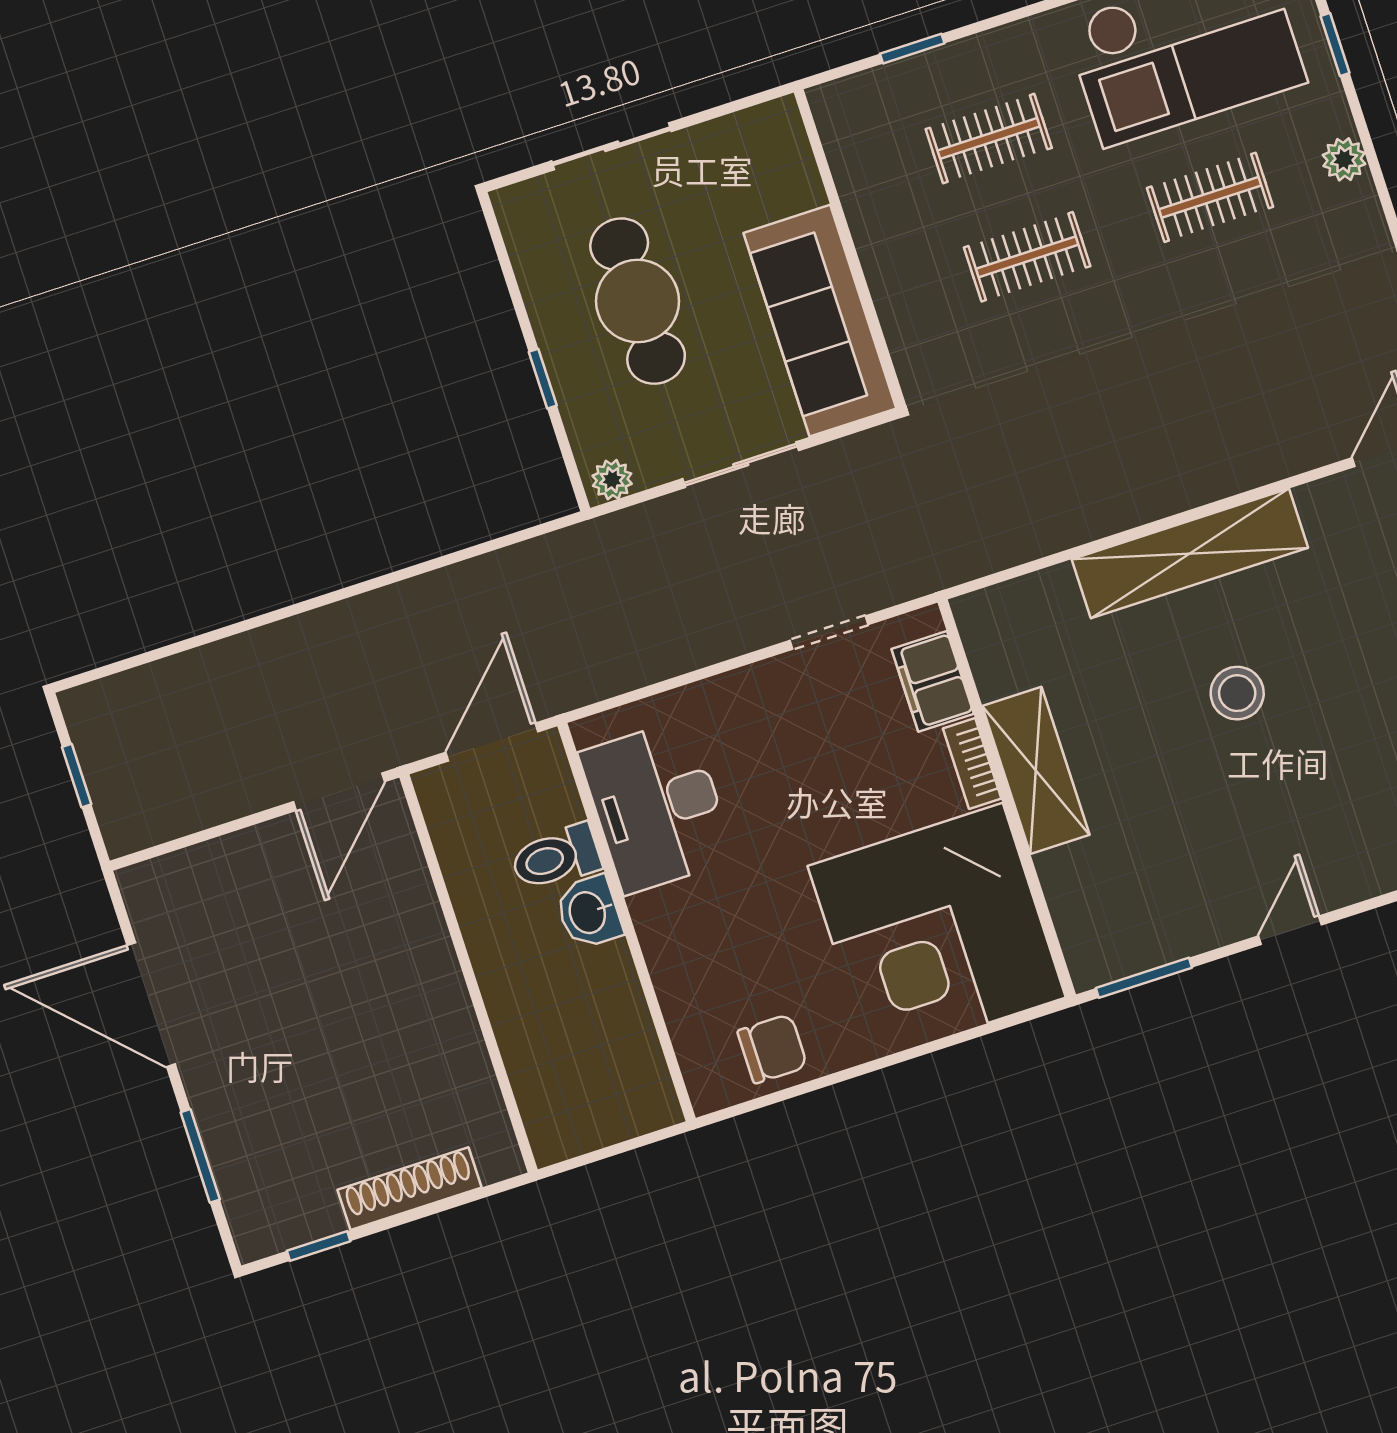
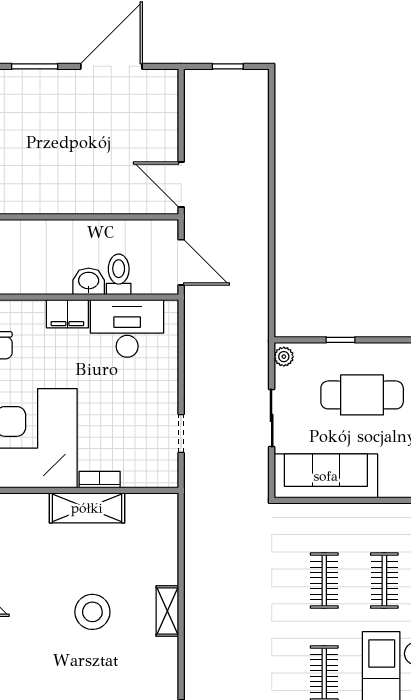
shelving: (1190, 553) -> (167, 611), width x0.45, depth x0.75
filing cabinet: (933, 681) -> (67, 314), moved, turned 180
stool: (1237, 693) -> (92, 612), width x1.38, depth x1.38

